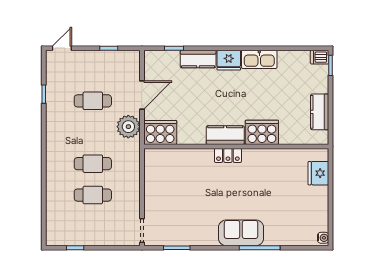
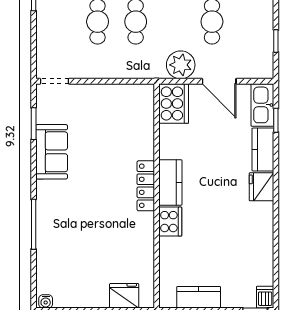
kitchen sink: (259, 59) -> (262, 105), moved
cooker: (262, 132) -> (170, 222), width x0.73, depth x0.76
locker: (228, 155) -> (146, 186), width x1.53
sofa: (241, 233) -> (52, 152), moved

